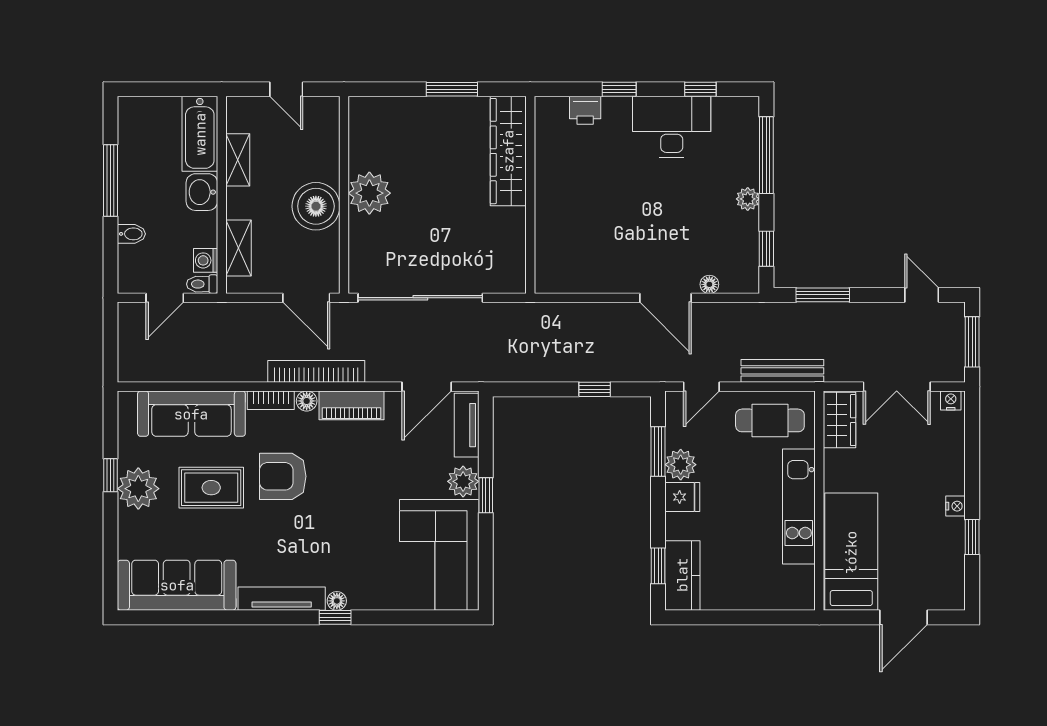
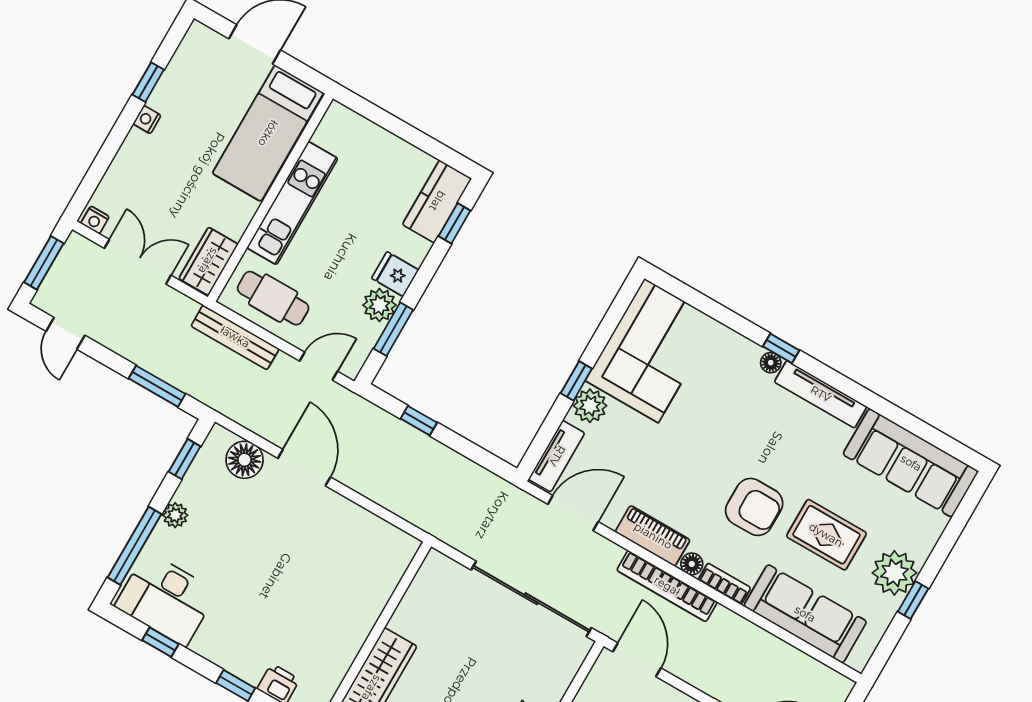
desk: (672, 127) -> (166, 599), moved
floor lamp: (709, 284) -> (245, 460), width x1.89, depth x1.89

